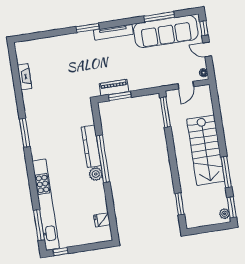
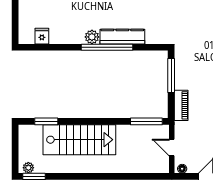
piano: (114, 88) -> (181, 105), moved
window: (120, 96) -> (171, 76), width x1.44
stairs: (206, 150) -> (79, 140), moved, turned 180
window: (226, 172) -> (72, 176), removed

